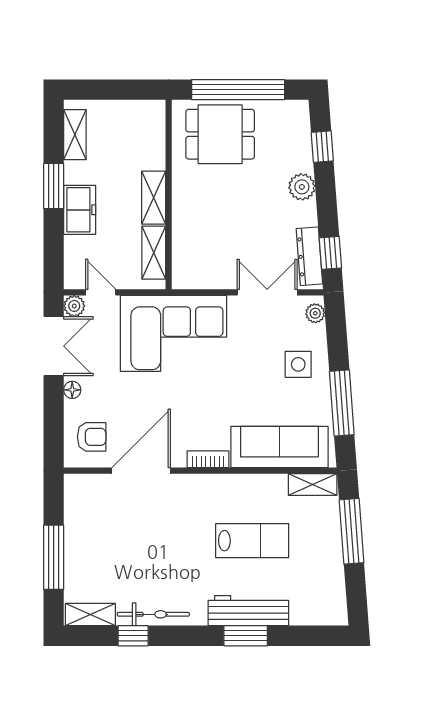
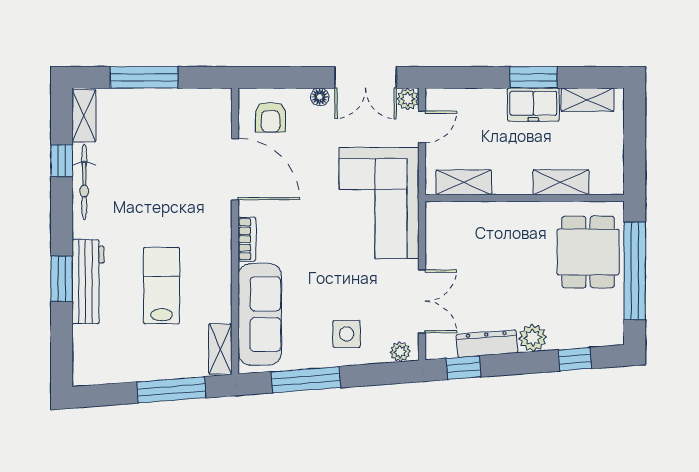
shelving: (154, 198) -> (561, 182), moved
freezer: (80, 210) -> (533, 105), moved
dresser: (309, 256) -> (487, 344), moved
lab bench: (252, 541) -> (162, 286), turned 180

